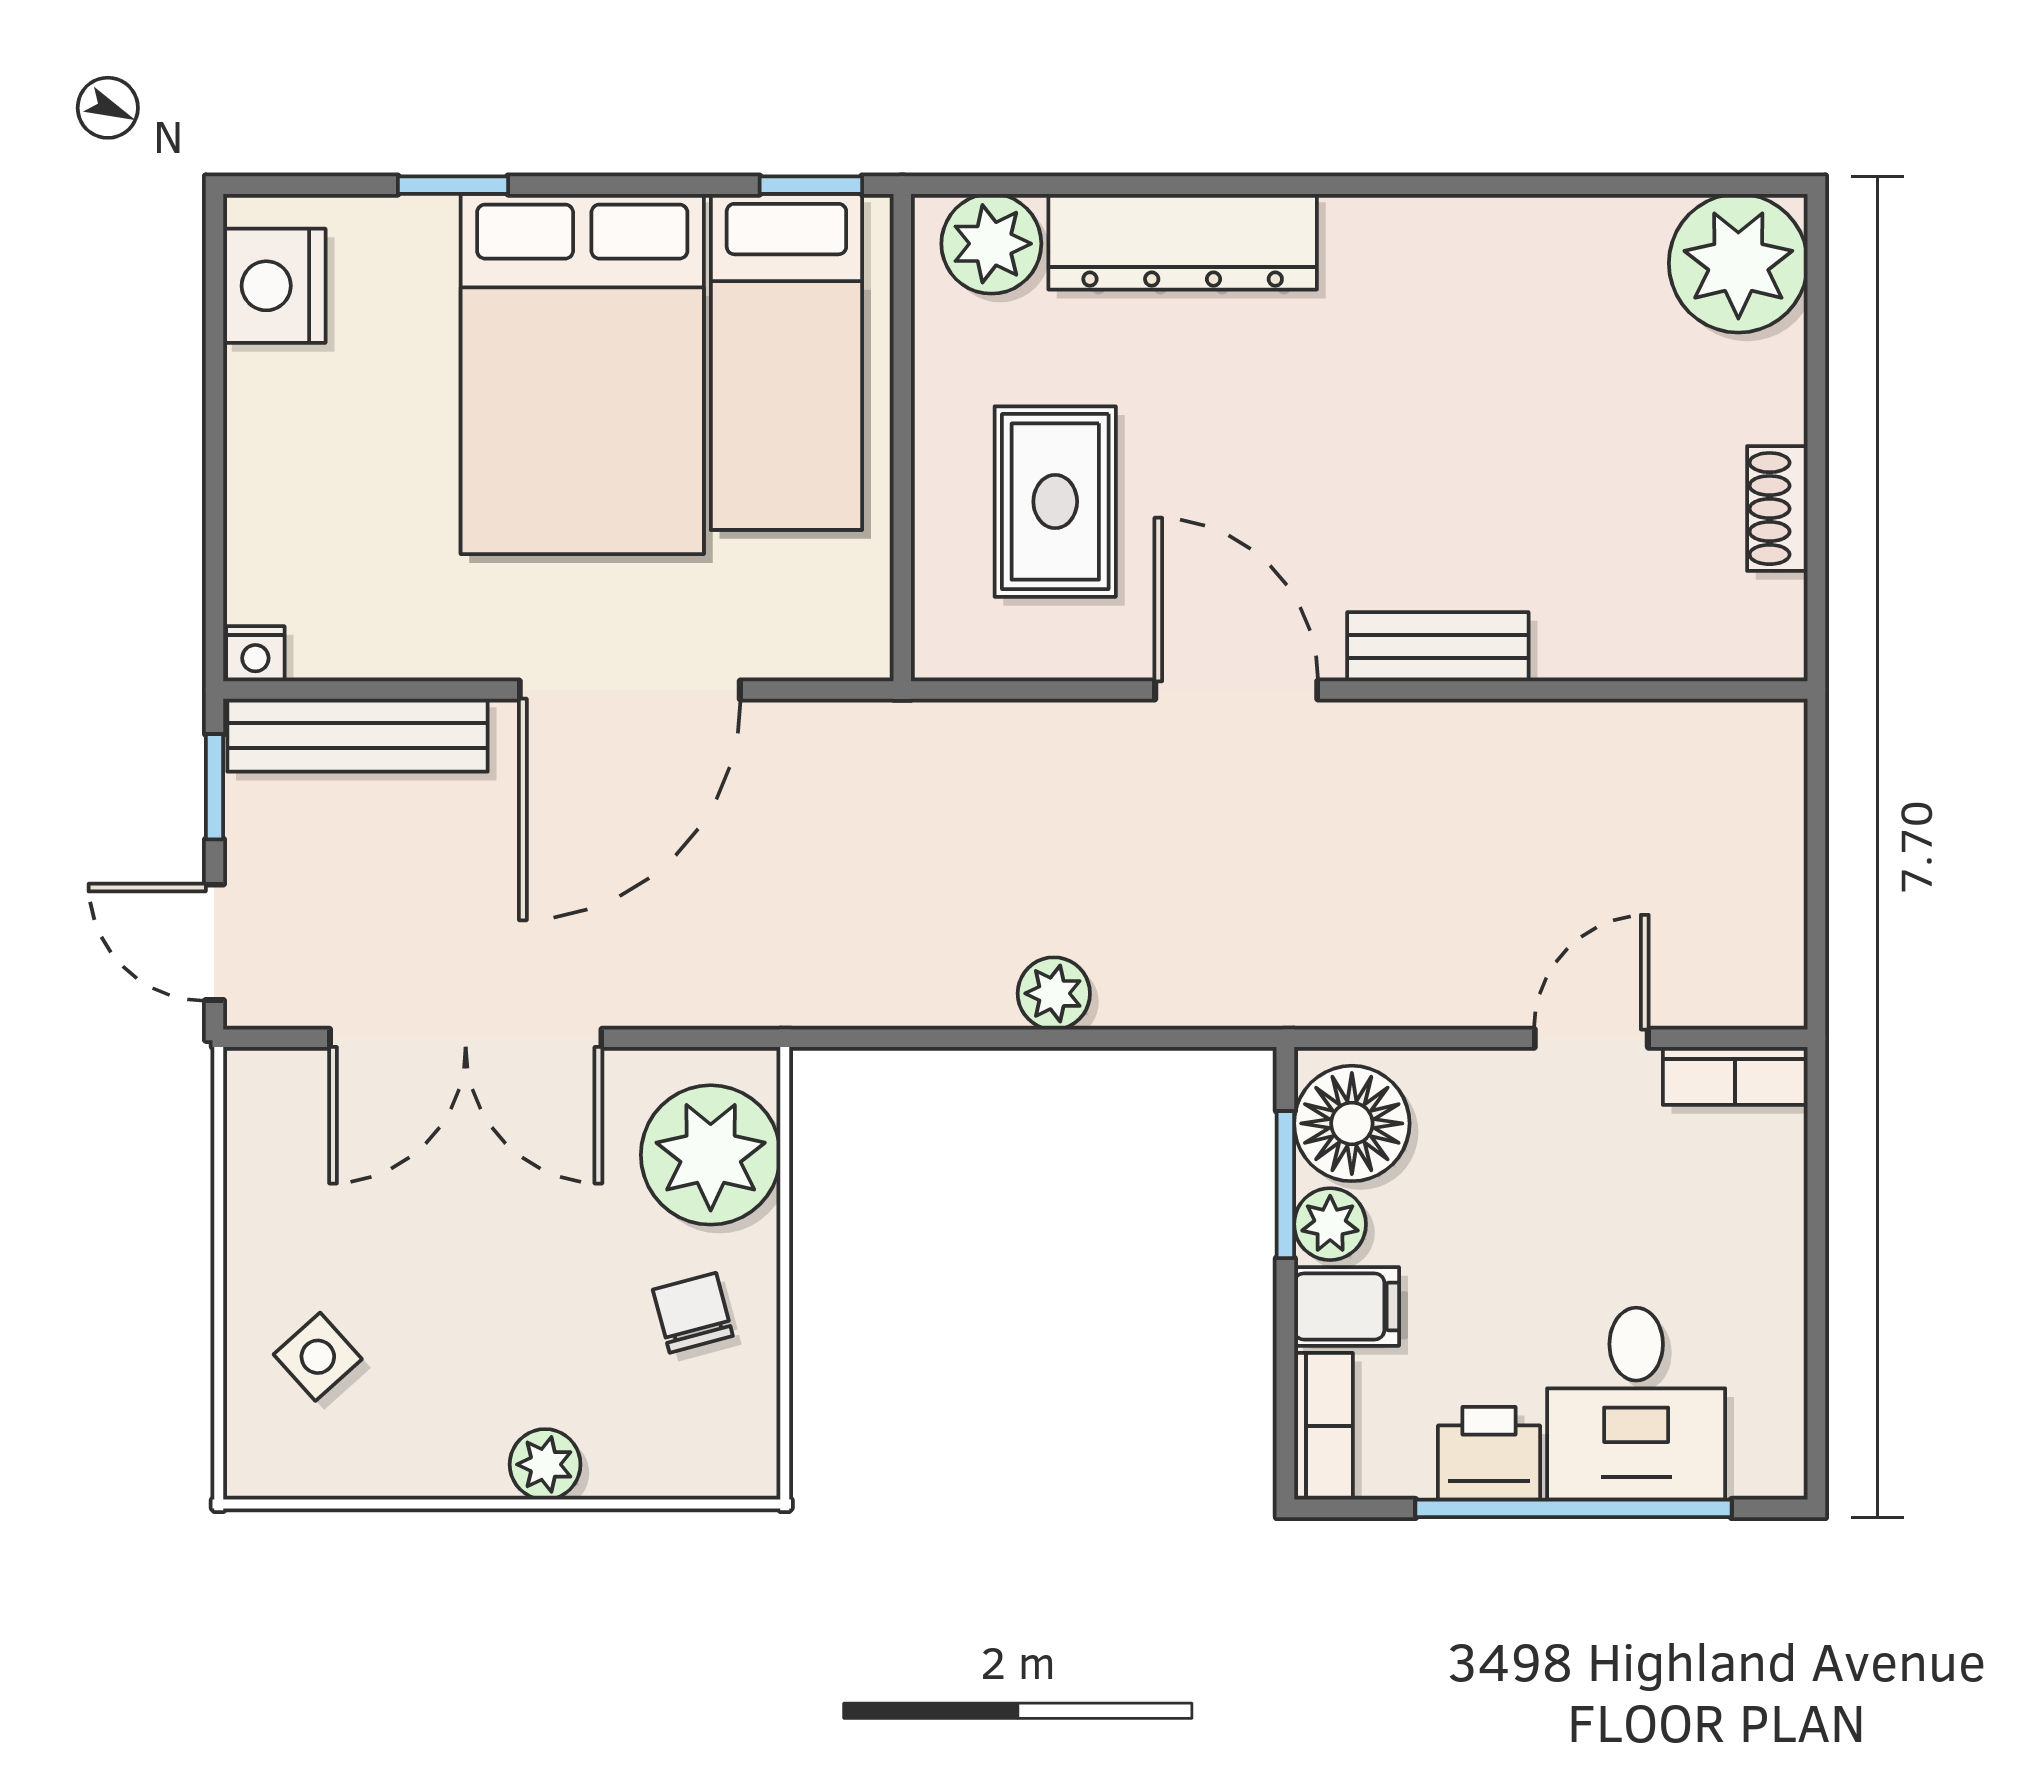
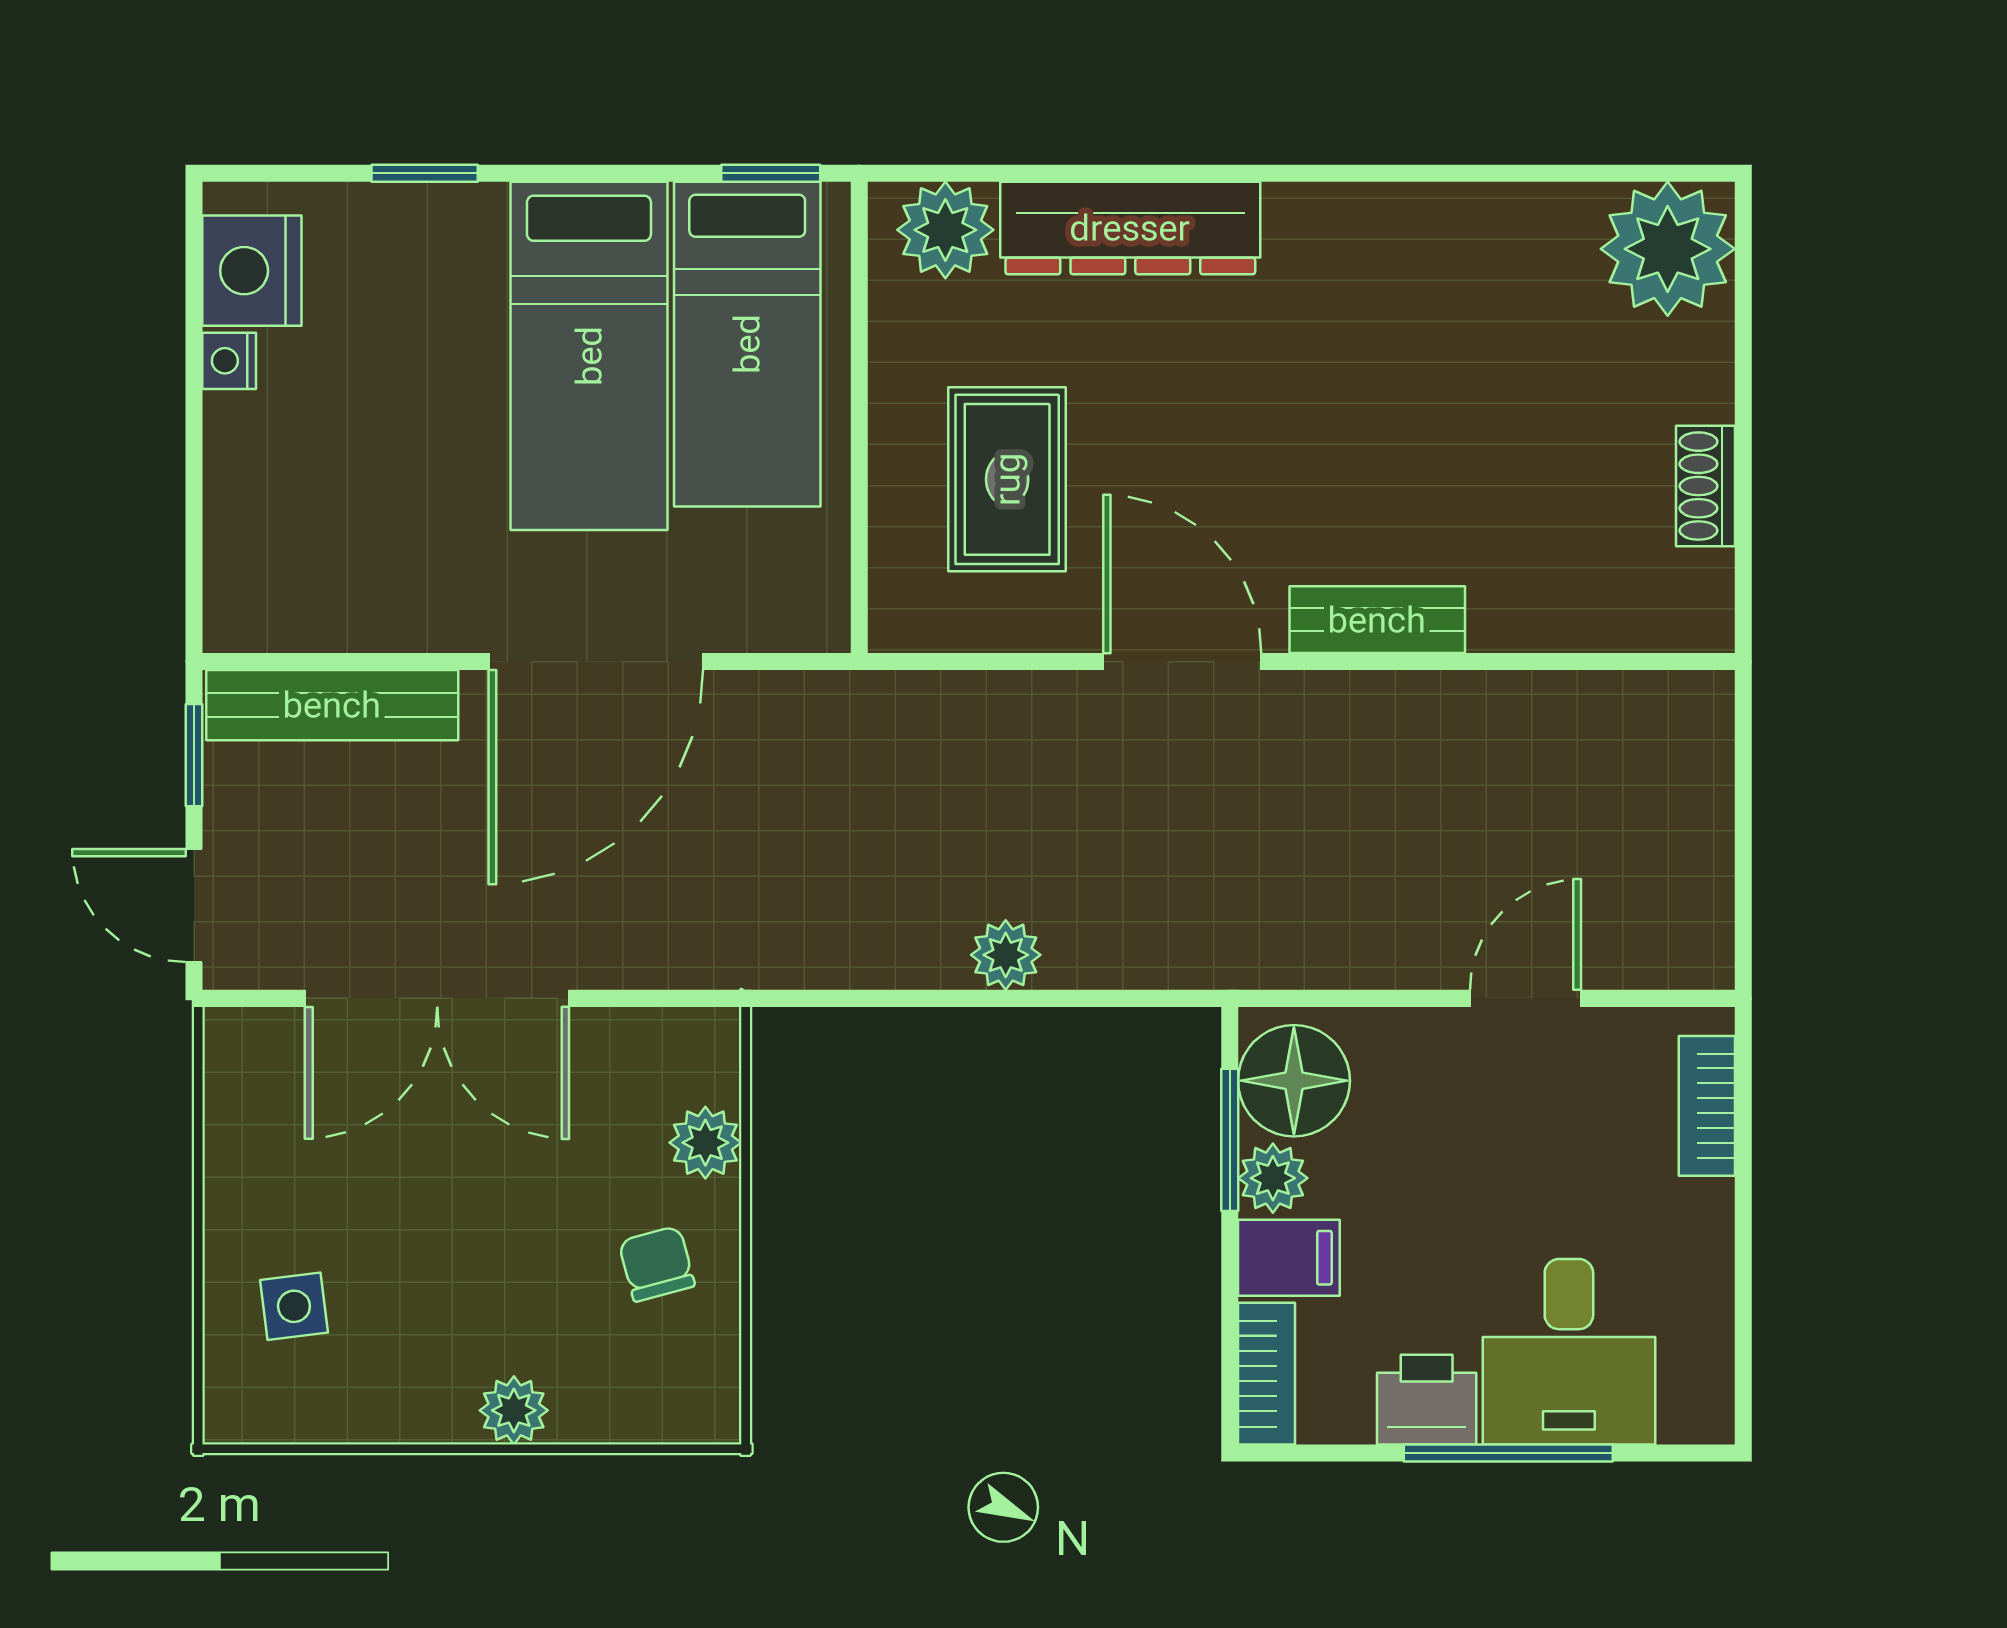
bed: (582, 374) -> (589, 356), width x0.67
nightstand: (255, 654) -> (229, 361), moved, turned 90
bookcase: (1735, 1076) -> (1707, 1106), moved, turned 90
plant: (711, 1155) -> (705, 1143), width x0.53, depth x0.53
side table: (318, 1357) -> (294, 1306), turned 35
window: (1573, 1508) -> (1508, 1453), width x0.68

